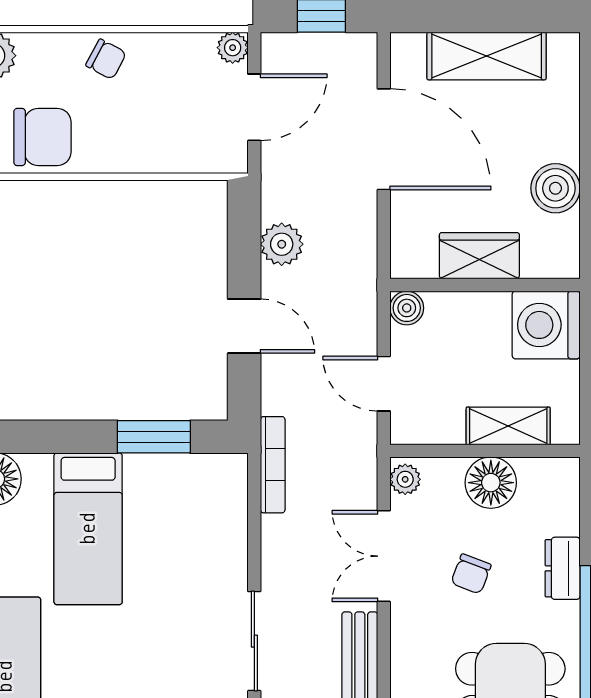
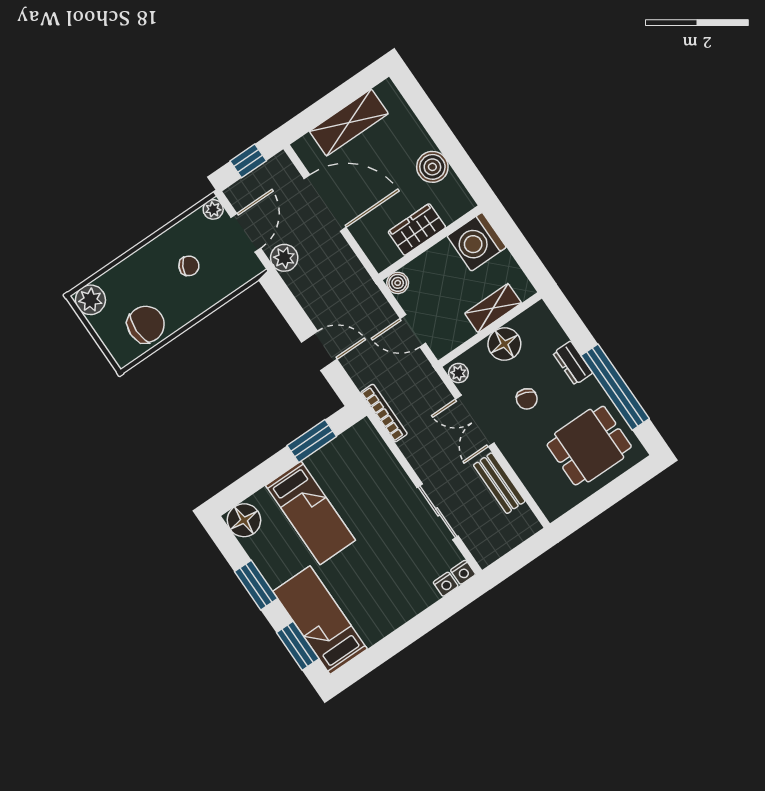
chair: (106, 59) -> (189, 266), moved
plant: (282, 244) -> (284, 258), moved

